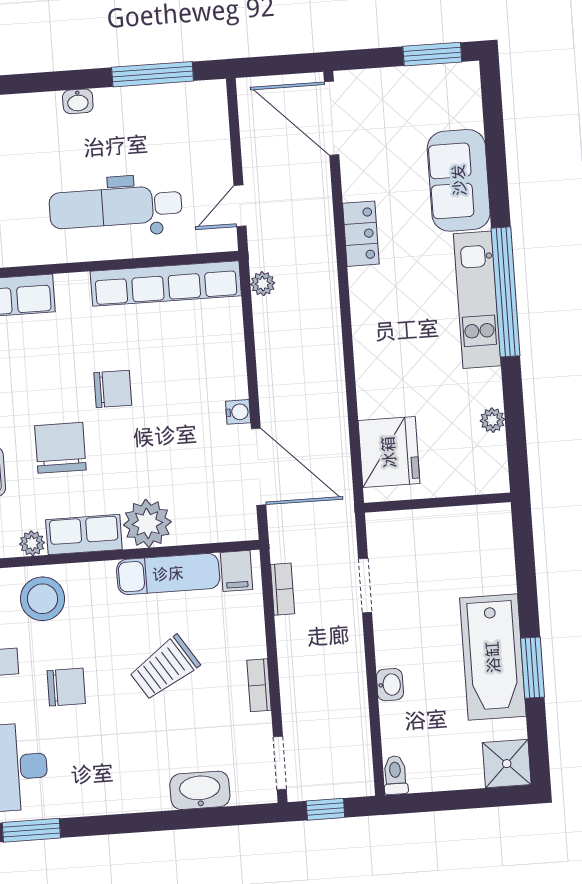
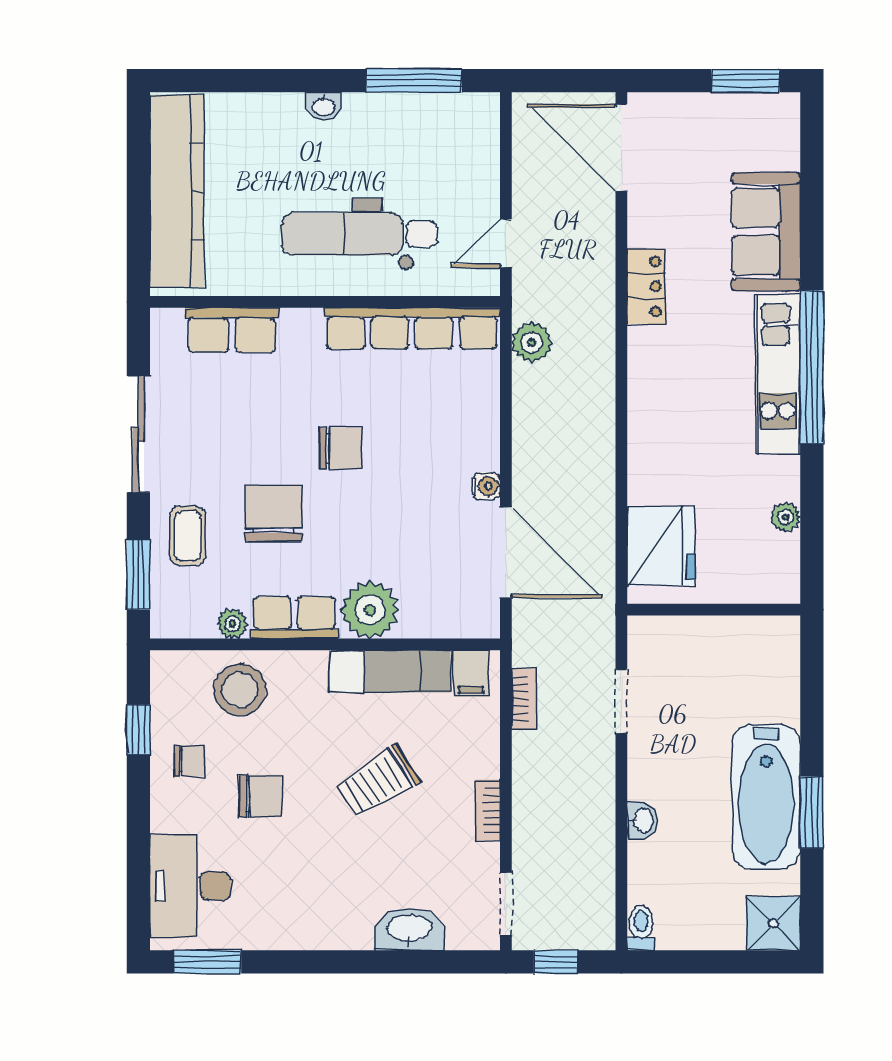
plant: (263, 284) -> (532, 342), width x1.38, depth x1.38

